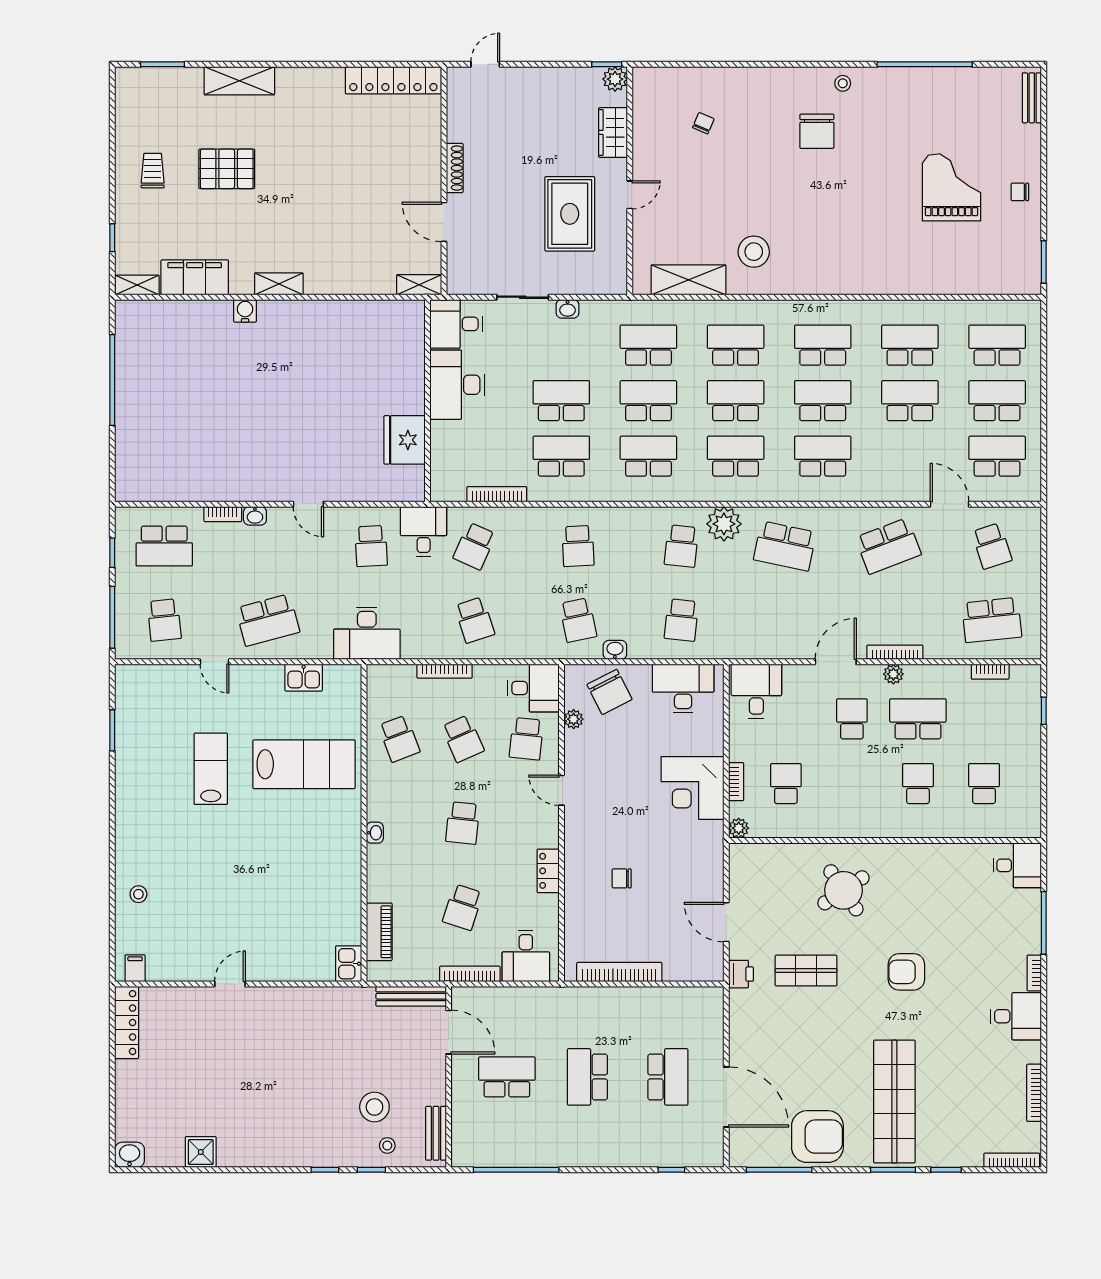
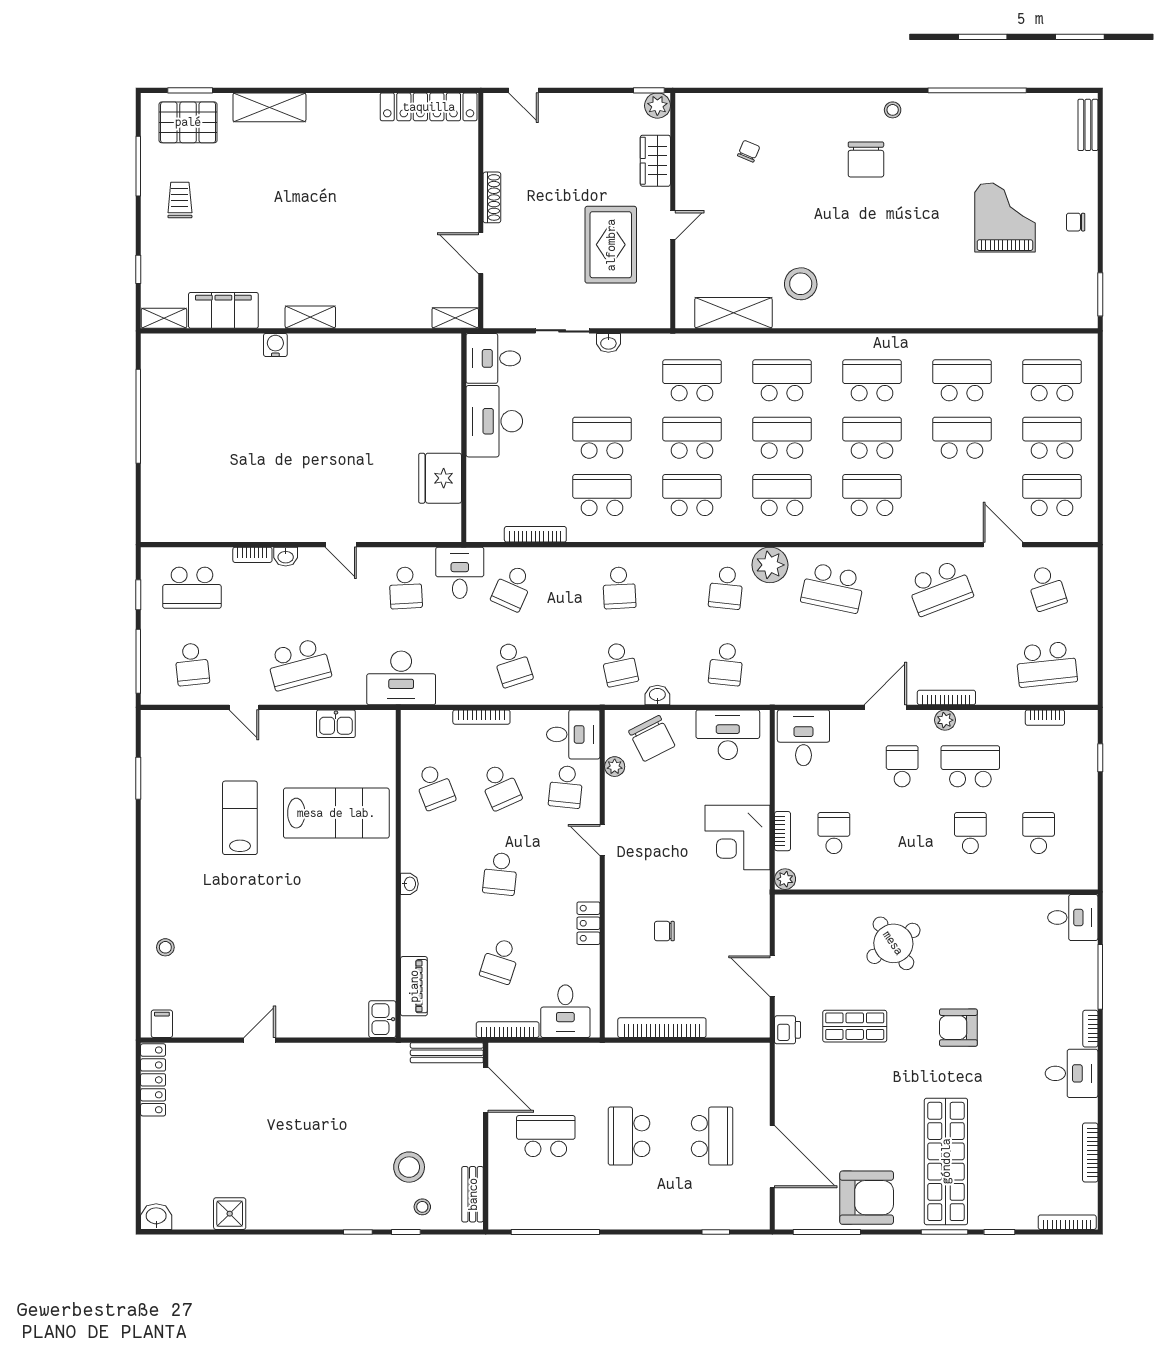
door: (485, 64) -> (523, 90), swing flipped
window: (112, 138) -> (138, 166), added
pallet: (227, 169) -> (188, 122), moved

